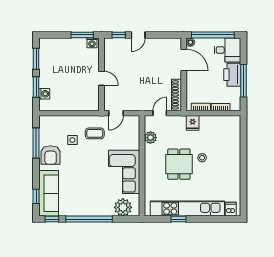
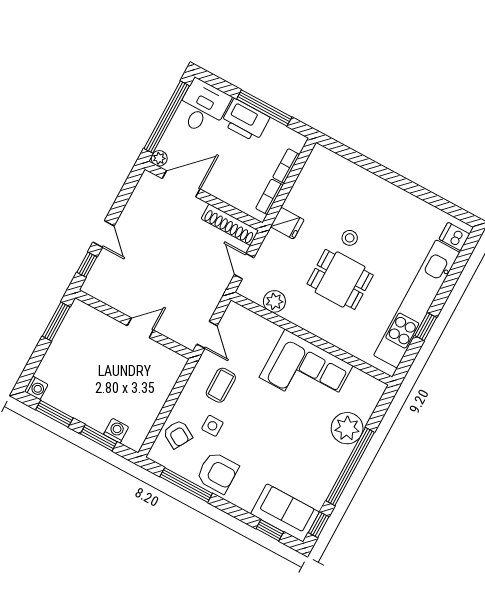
washing machine: (92, 43) -> (36, 388), moved
armchair: (59, 125) -> (178, 434), added
sofa: (49, 193) -> (285, 513), width x0.73
plant: (123, 207) -> (347, 428), moved

